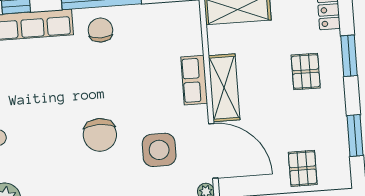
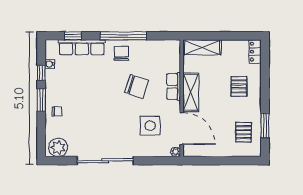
window: (349, 56) -> (265, 79), removed
chair: (100, 135) -> (137, 86), moved, turned -72
pallet: (303, 168) -> (244, 132), moved

